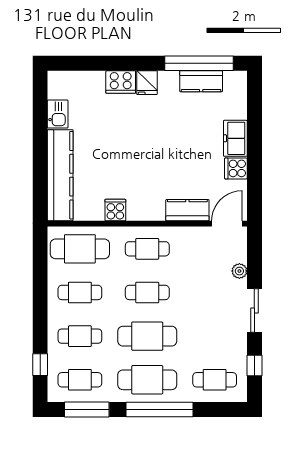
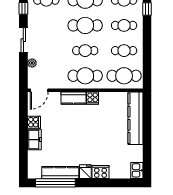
kitchen counter: (201, 81) -> (60, 172), width x1.50
kitchen sink: (58, 114) -> (137, 170), moved
cooker: (115, 210) -> (93, 98), moved
kitchen counter: (187, 210) -> (73, 98), moved
cafe table: (147, 249) -> (85, 76), width x1.37, depth x1.35

